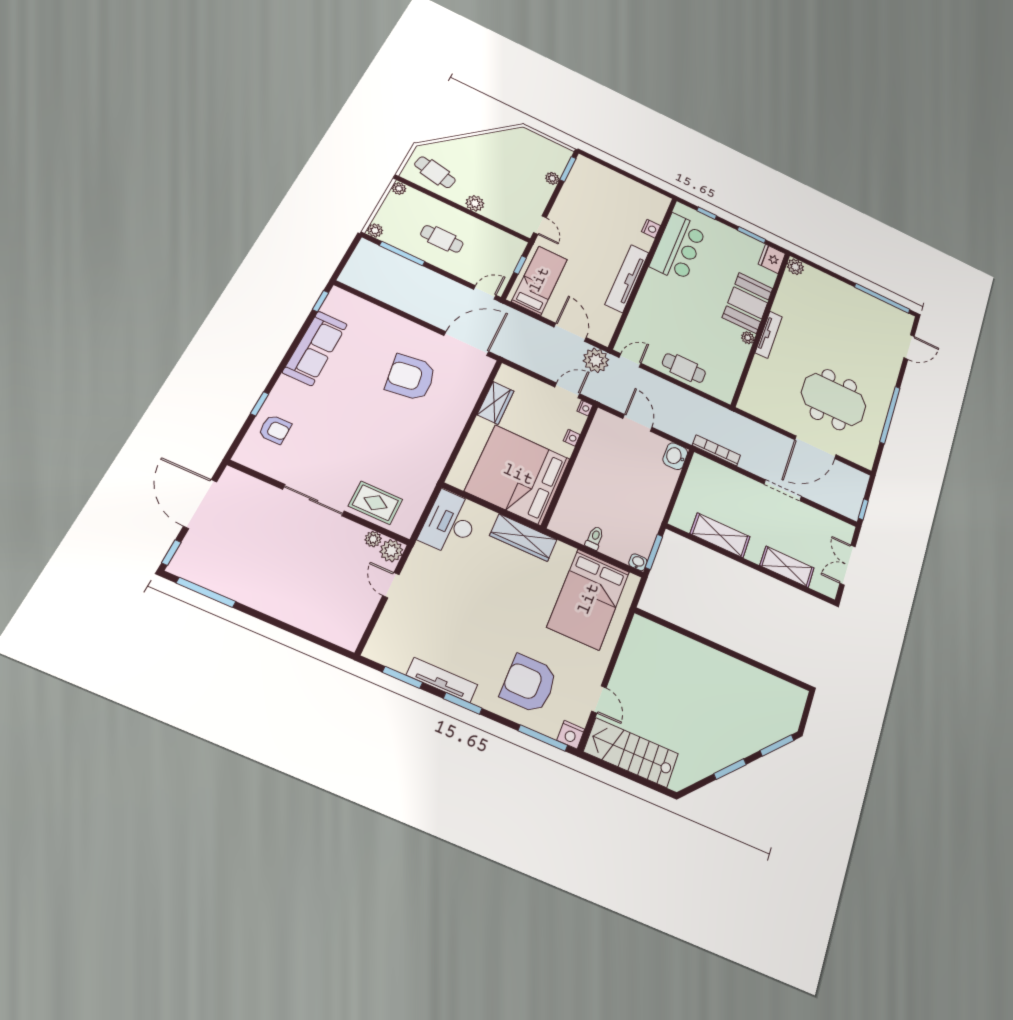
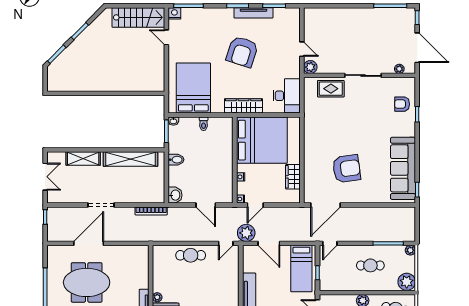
plant: (399, 189) -> (407, 282), width x1.88, depth x1.88
sofa: (315, 348) -> (403, 168), width x1.36, depth x1.27
bidet: (655, 504) -> (176, 160), added
shelving: (720, 535) -> (131, 159), width x1.47
plant: (373, 539) -> (399, 69), moved
armchair: (529, 684) -> (242, 52), moved, turned 108

